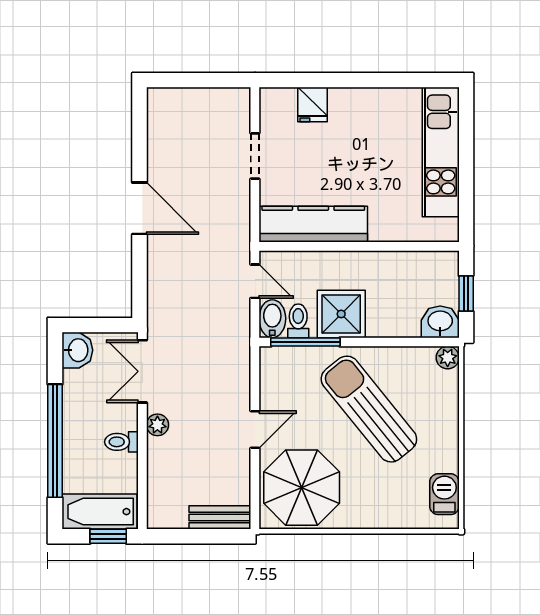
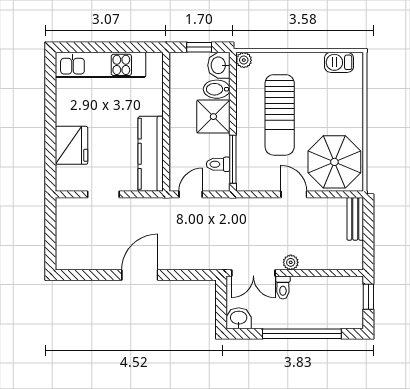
fridge: (312, 105) -> (72, 145), width x1.88, depth x1.34
shower: (341, 314) -> (213, 117), moved
bidet: (272, 319) -> (217, 89), moved
sun lounger: (369, 409) -> (280, 115), turned -51
toilet: (121, 442) -> (283, 288), moved
bathtub: (99, 512) -> (351, 303), removed

